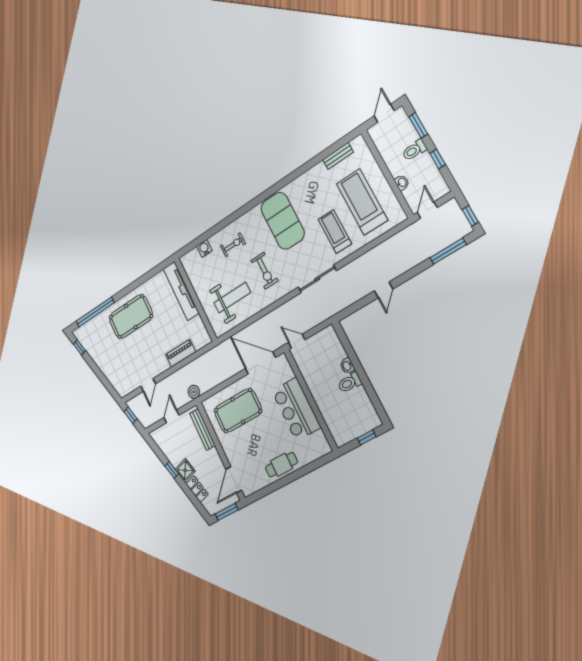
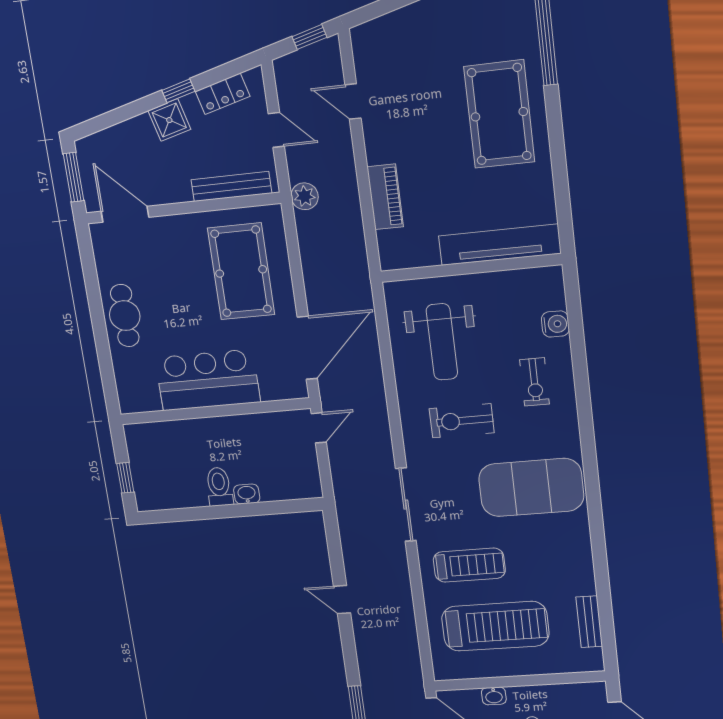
locker: (197, 489) -> (223, 94), moved

